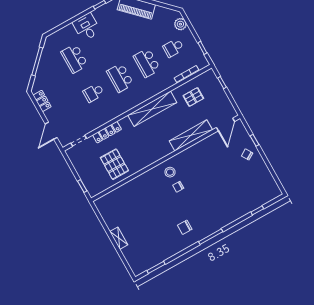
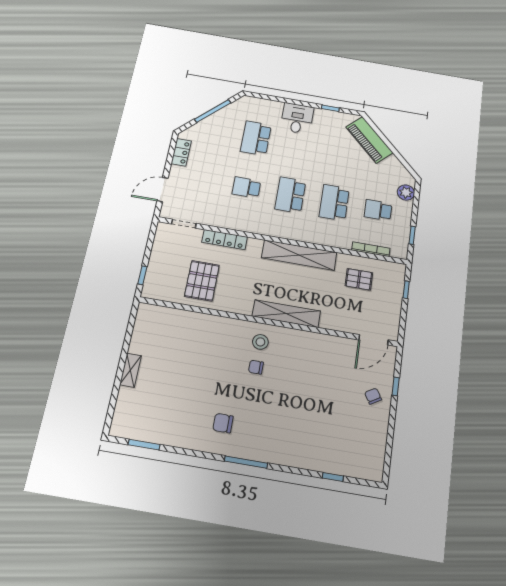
shelving: (191, 135) -> (286, 314), moved

